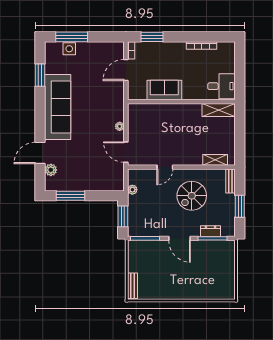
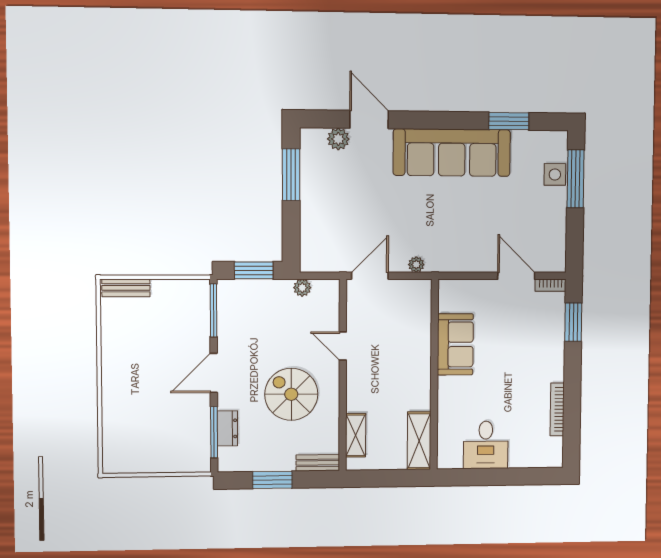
sofa: (164, 90) -> (455, 344), moved
wall: (181, 102) -> (434, 375), moved
shelving: (219, 110) -> (419, 441), moved

